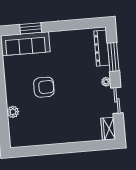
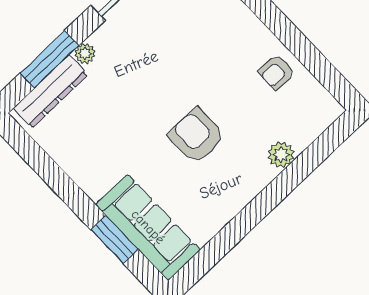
plant: (106, 82) -> (85, 54), moved
armchair: (44, 134) -> (276, 72), added

